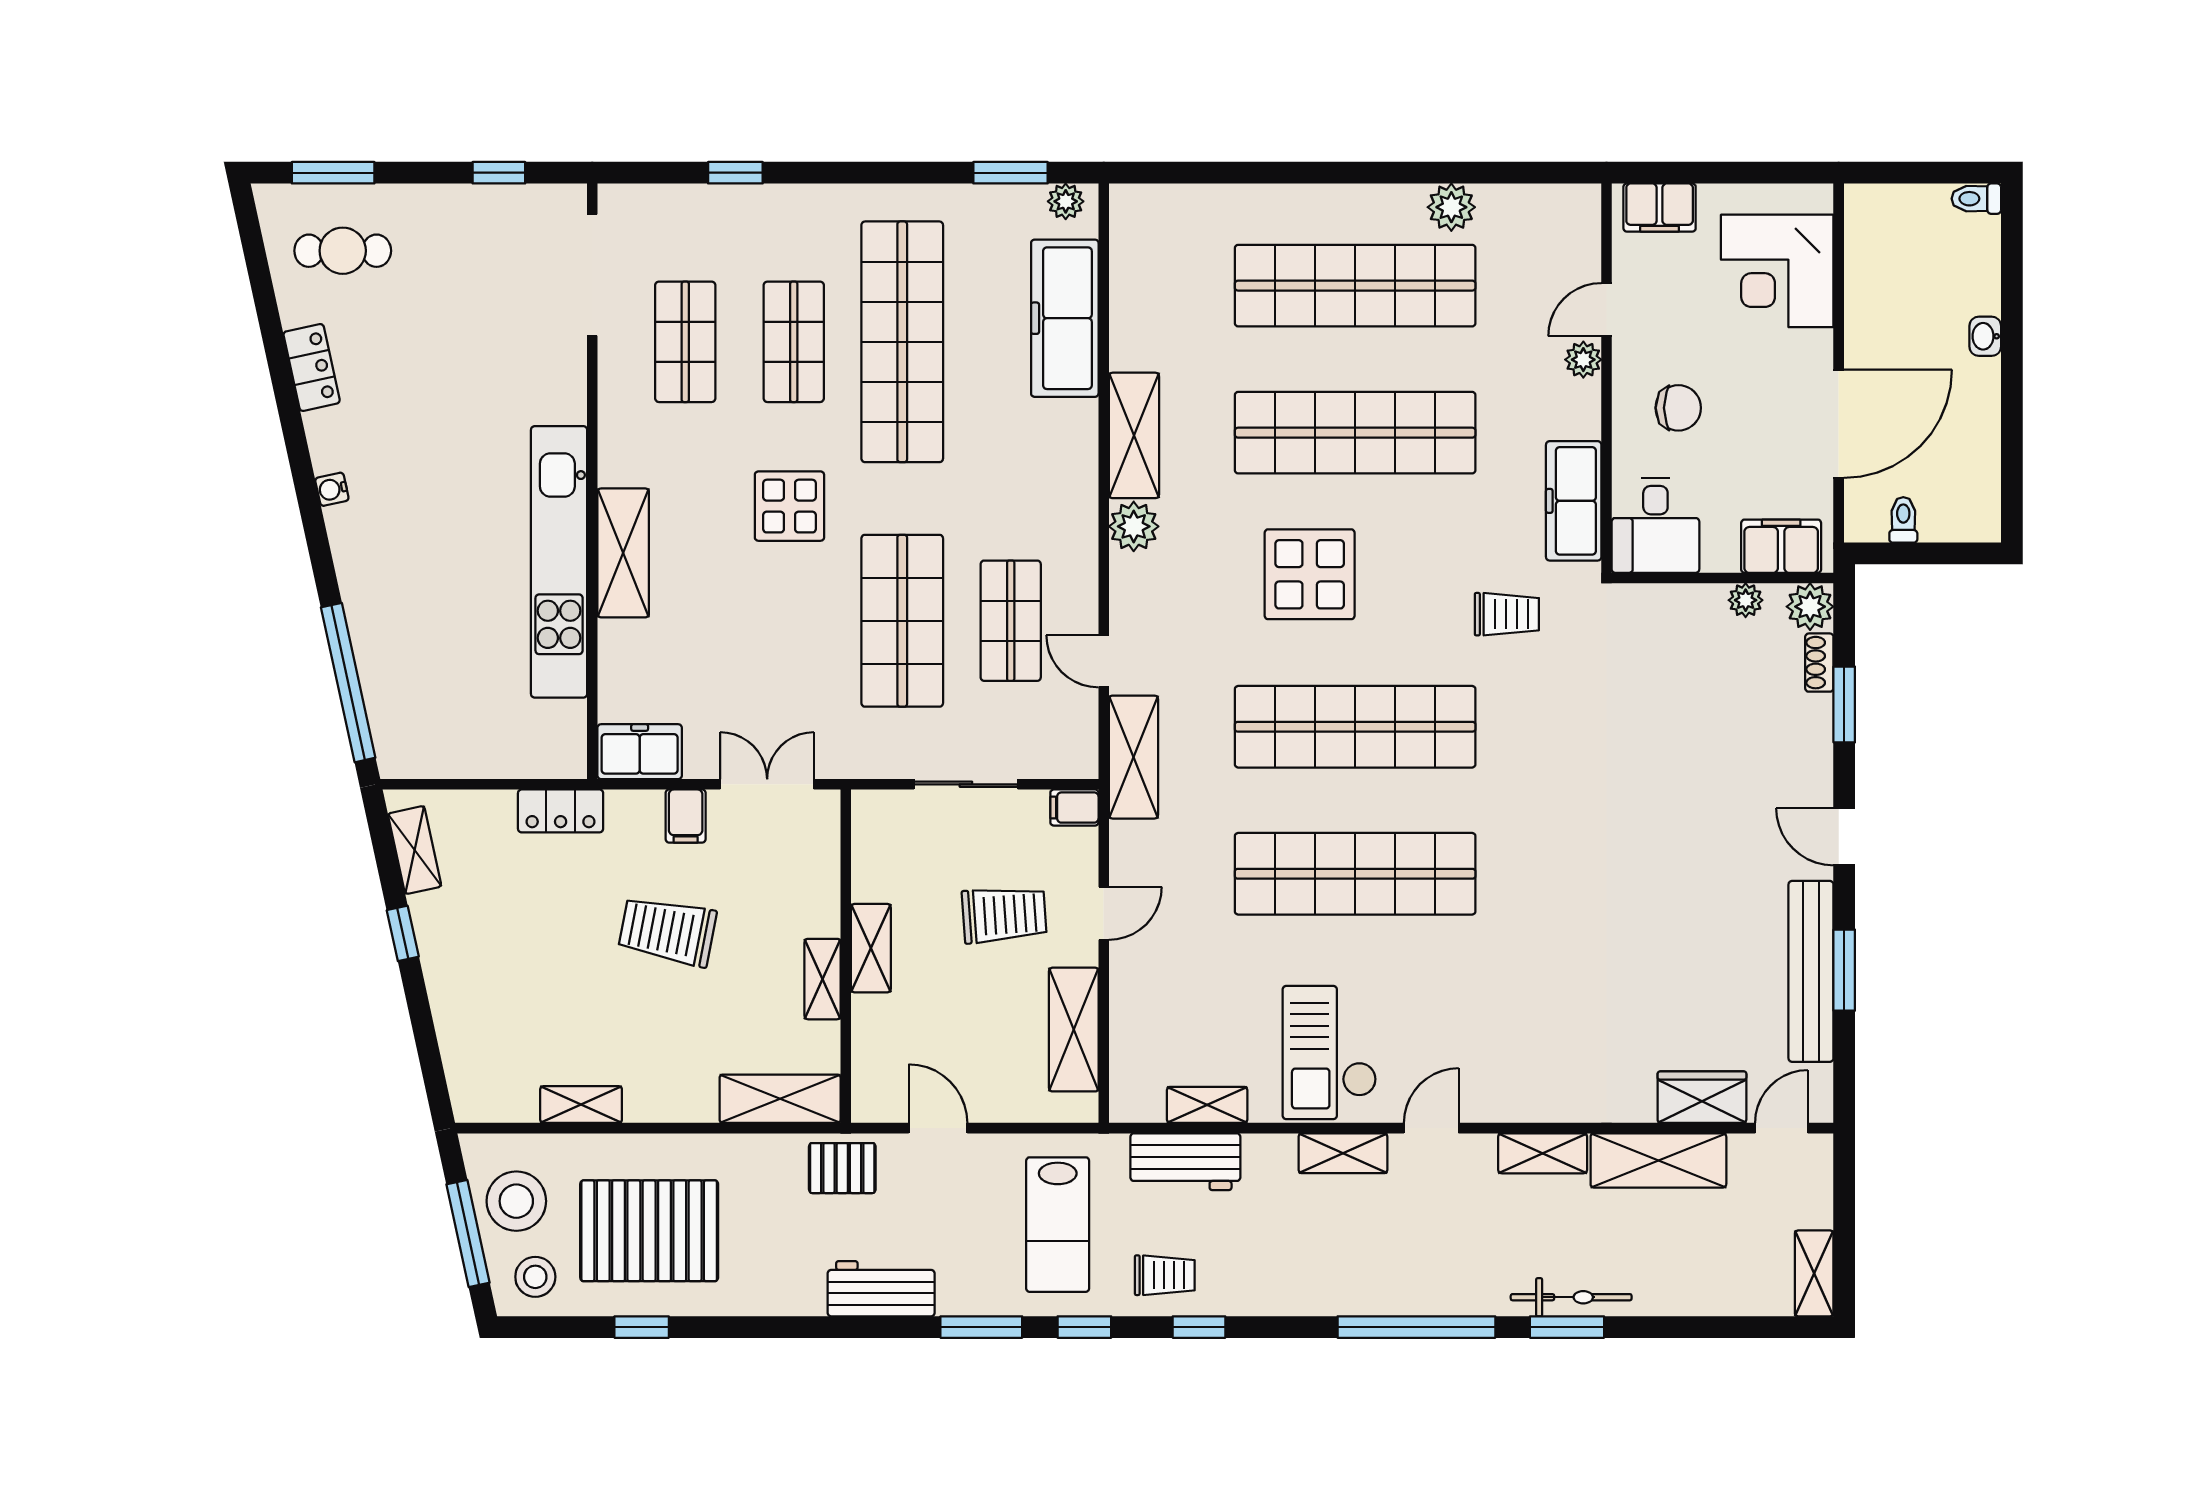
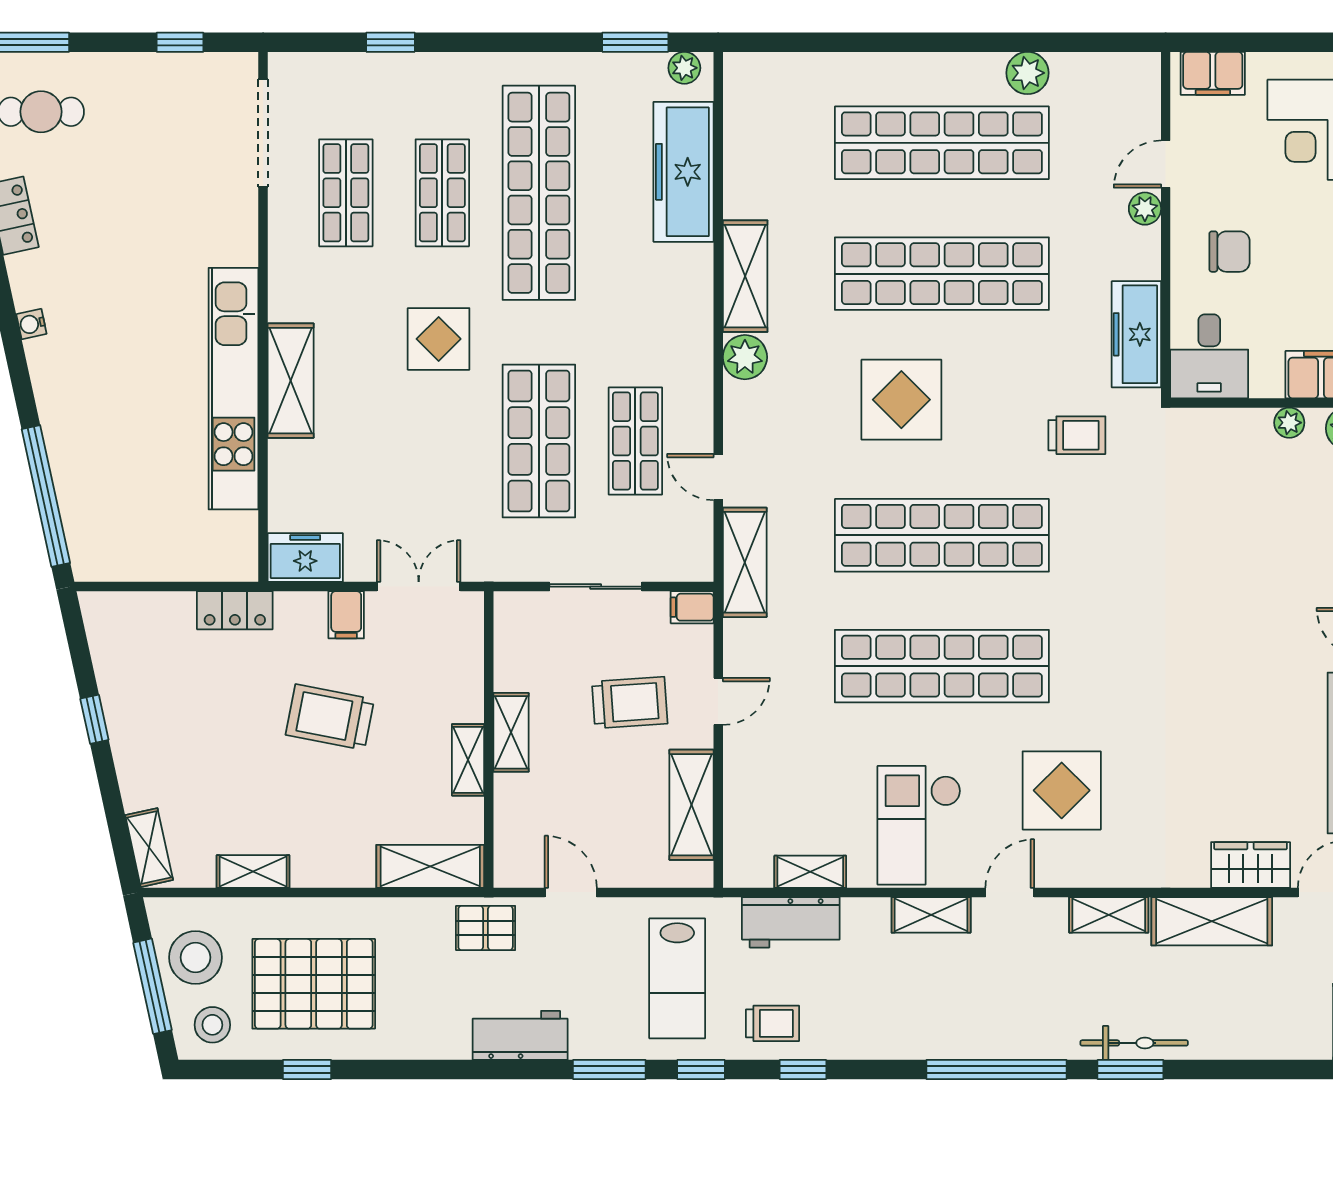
shelving: (415, 850) -> (149, 848), moved
display table: (1490, 1013) -> (1062, 790), added

